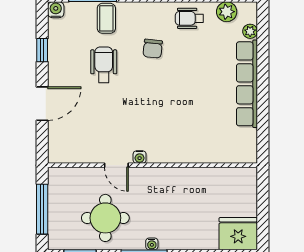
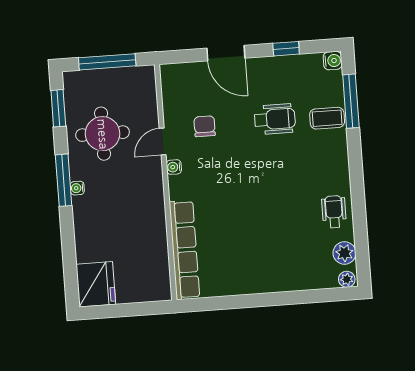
plant: (250, 31) -> (347, 279), moved
chair: (153, 49) -> (205, 126), moved, turned 84
row of seats: (247, 84) -> (184, 250), moved, turned 90

